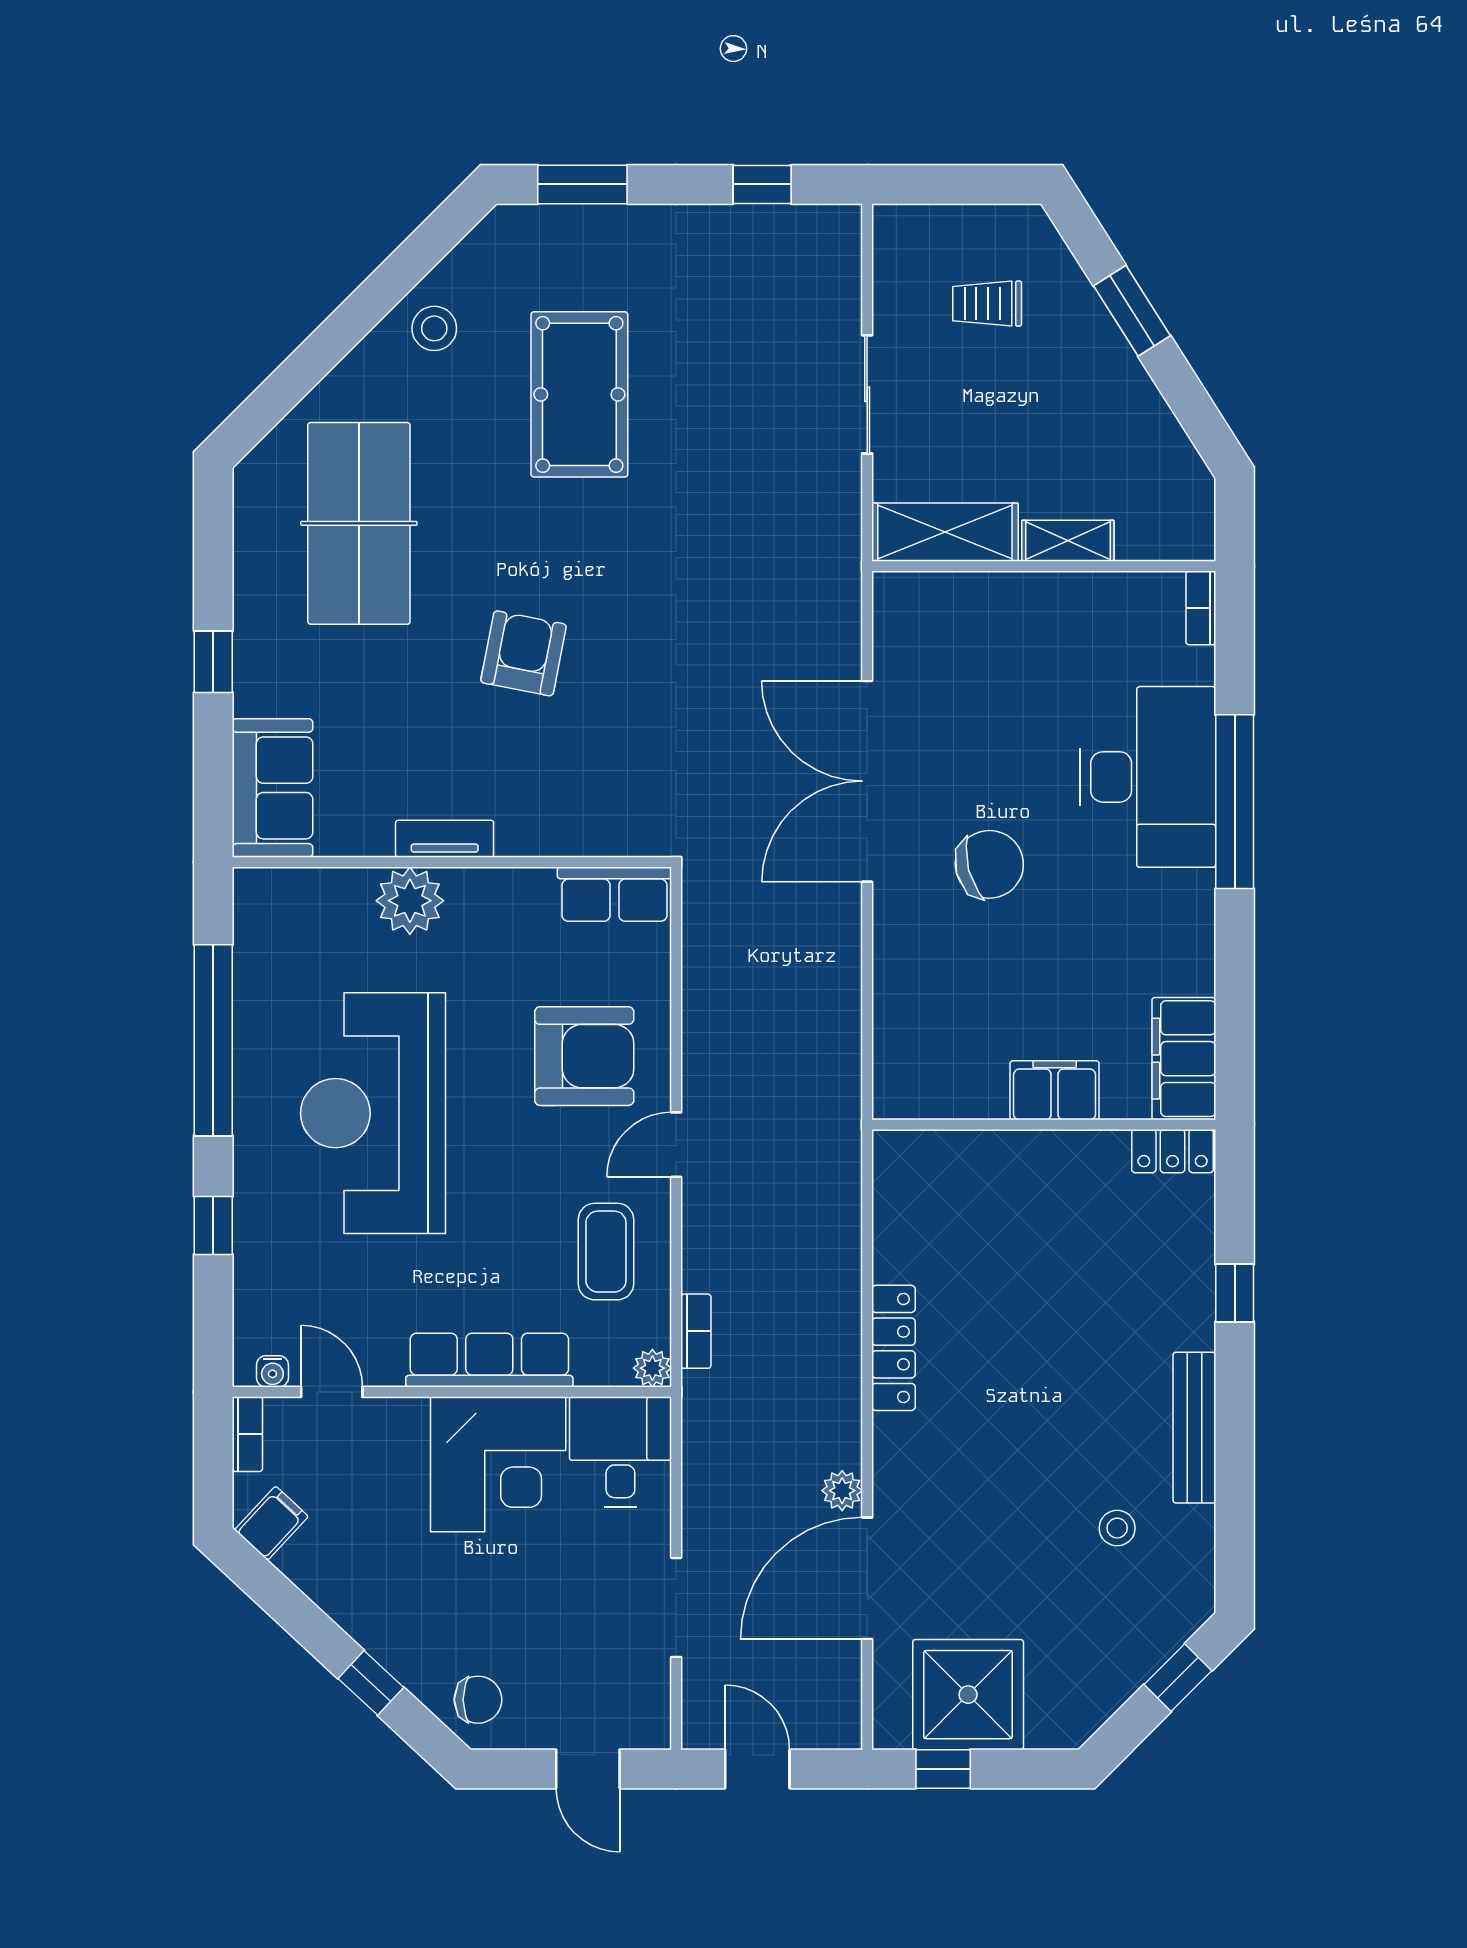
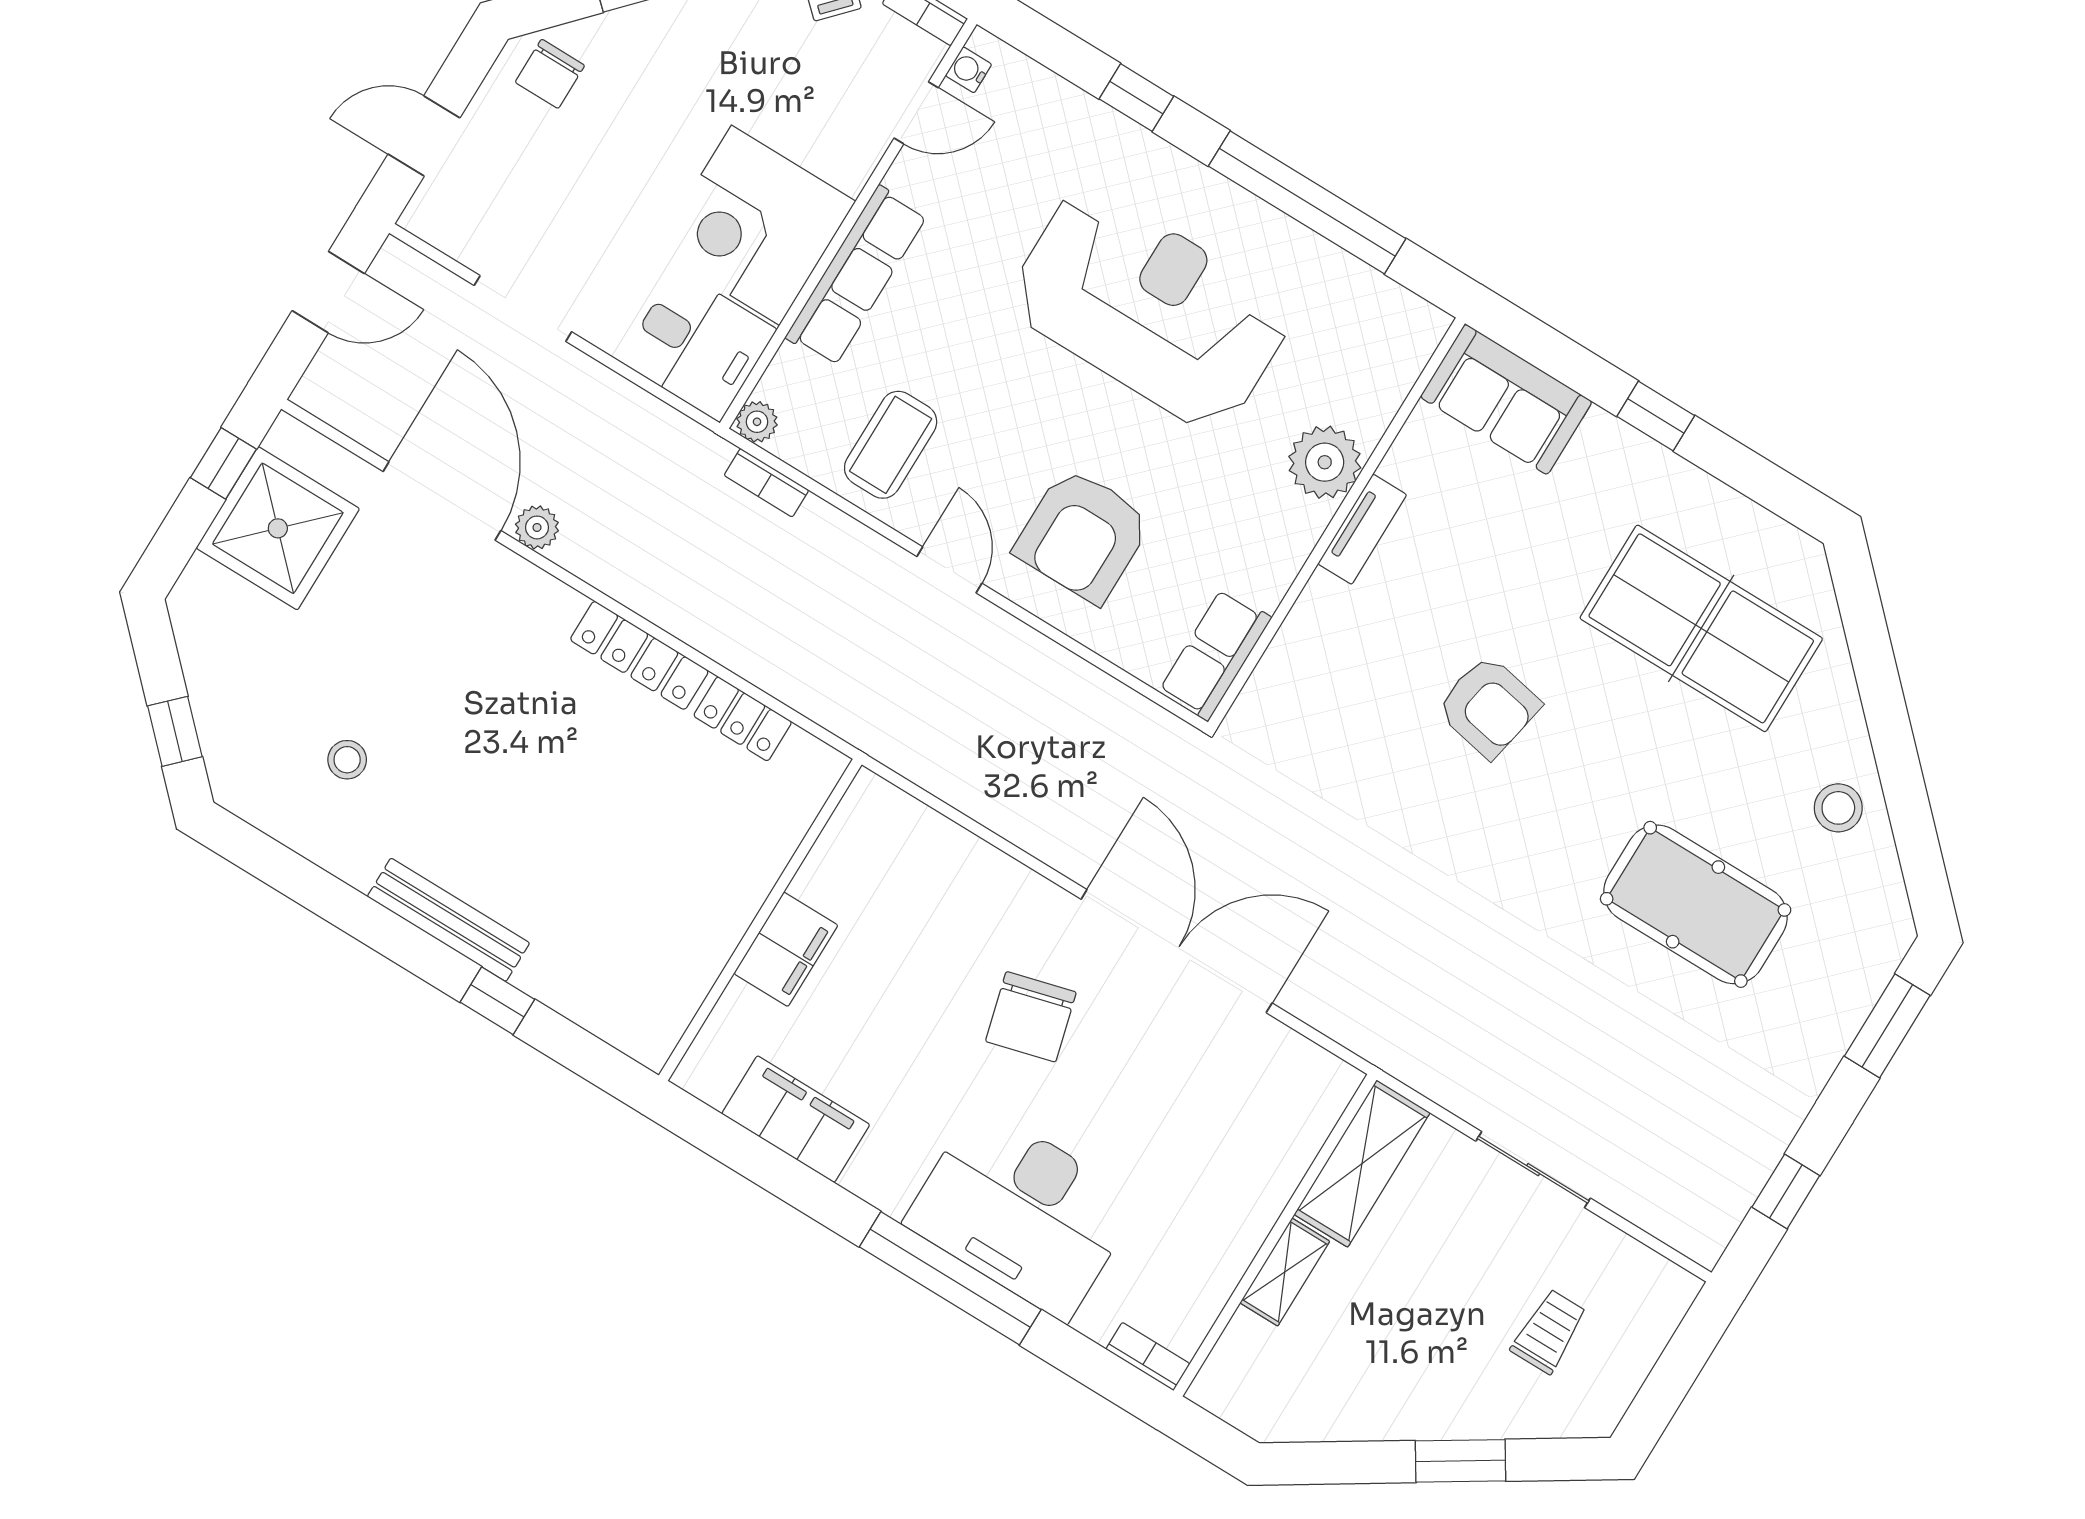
filing cabinet: (1184, 1059) -> (796, 1119), moved
locker: (1173, 1151) -> (743, 719), moved, turned -90
coffee table: (606, 1252) -> (891, 445), turned 90
bench: (1194, 1428) -> (448, 920), moved

